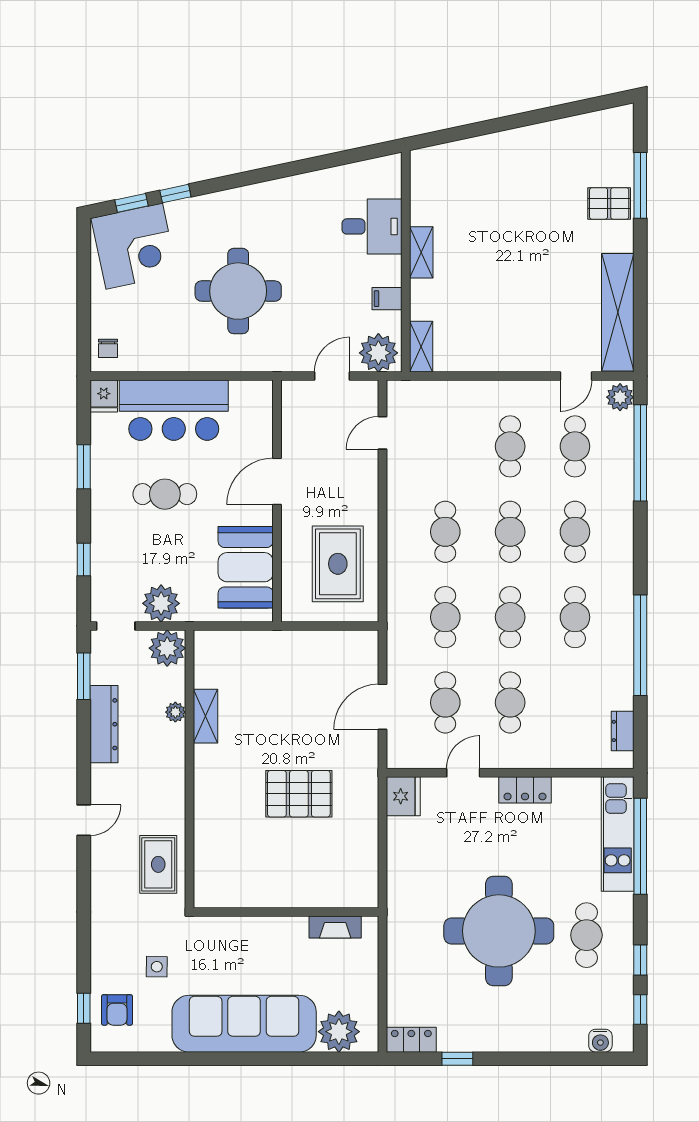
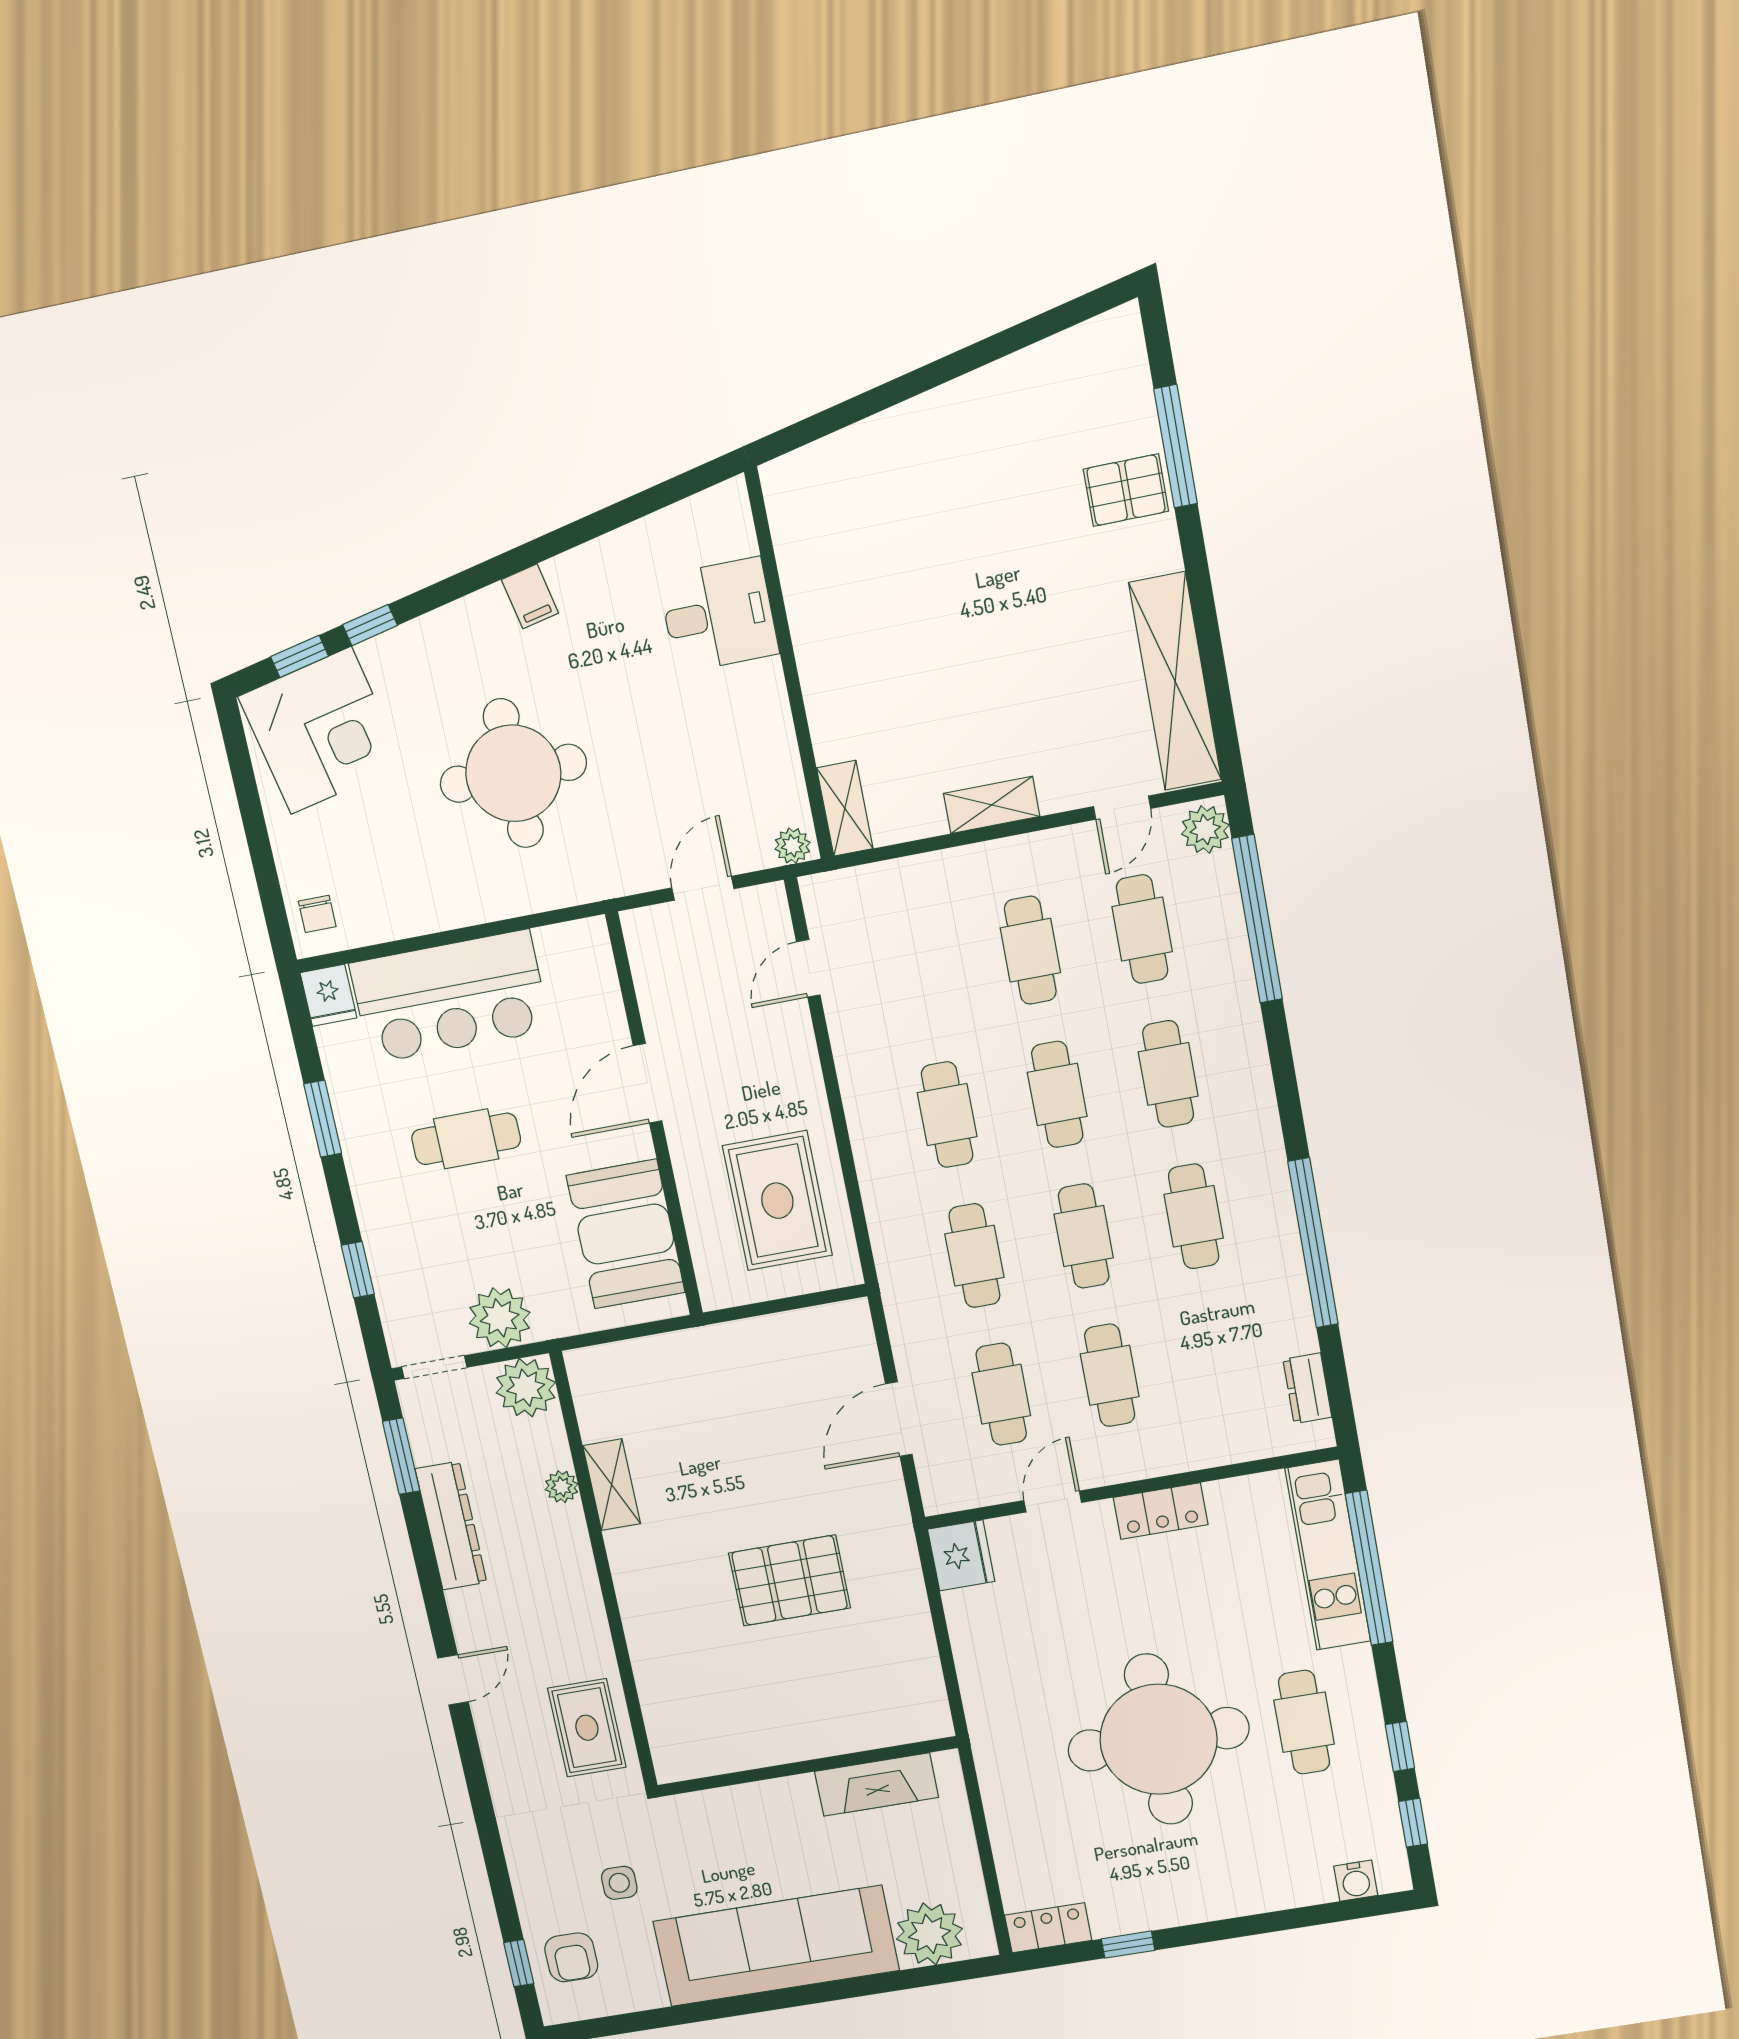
shelving: (421, 252) -> (992, 805), moved, turned 90
filing cabinet: (387, 299) -> (530, 596), moved, turned -102
plant: (378, 353) -> (792, 846), width x0.53, depth x0.53
fireplace: (335, 927) -> (877, 1784), width x1.37, depth x1.32

